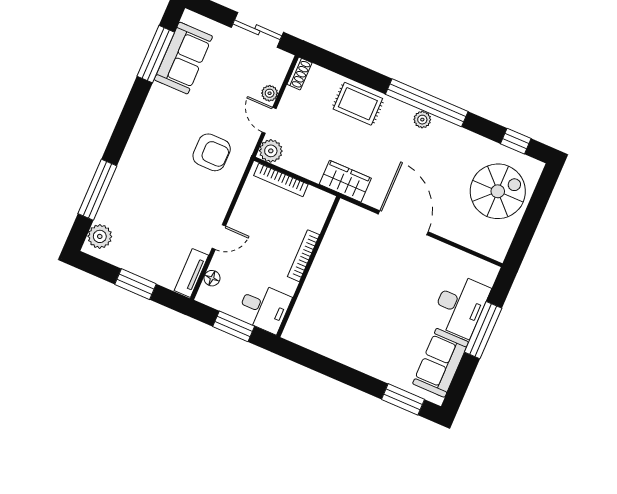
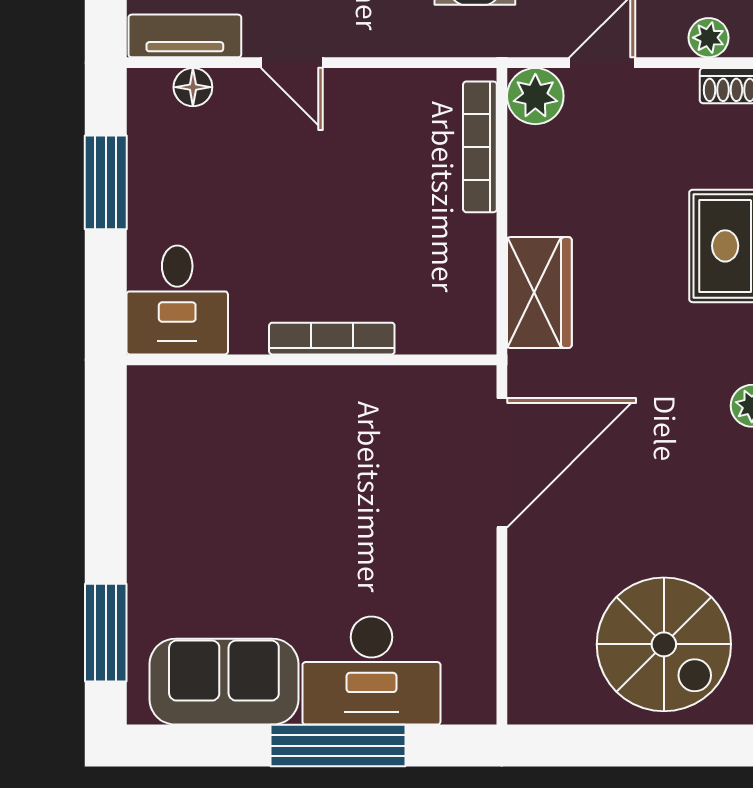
plant: (270, 93) -> (709, 38), moved
bookcase: (304, 256) -> (332, 339), moved
wall: (308, 267) -> (312, 360), moved
desk: (264, 308) -> (177, 300), moved

